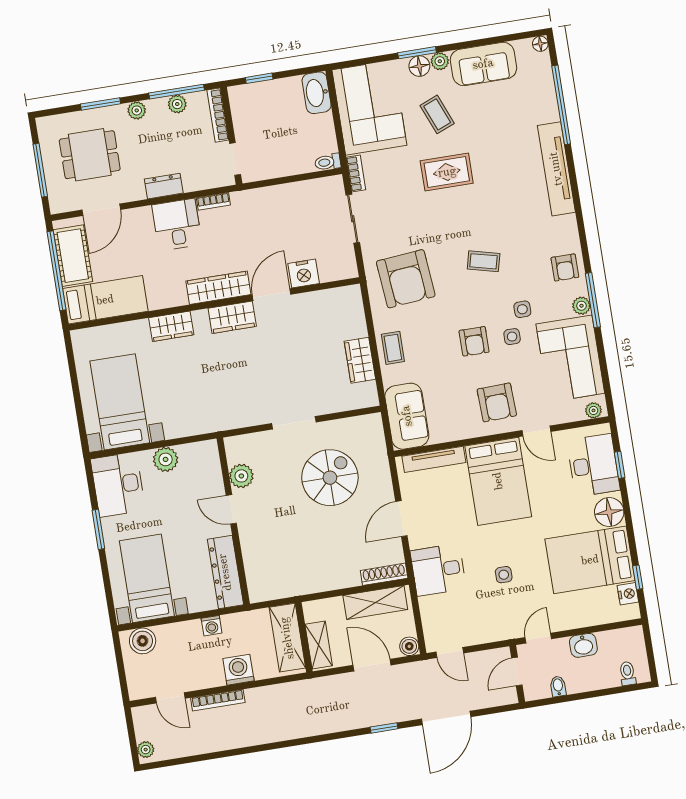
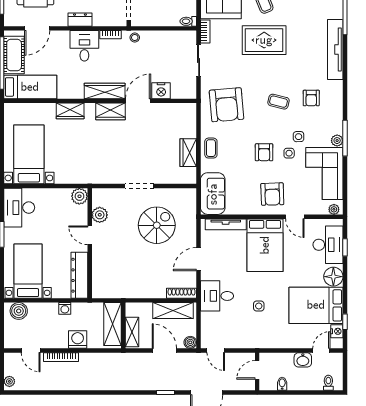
rug: (447, 172) -> (264, 40), width x1.36, depth x1.43
stool: (251, 200) -> (135, 38), added
armchair: (565, 267) -> (311, 98), moved
plant: (166, 459) -> (79, 196), moved
door: (538, 638) -> (321, 351), moved

